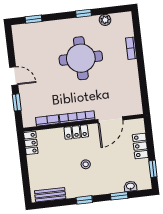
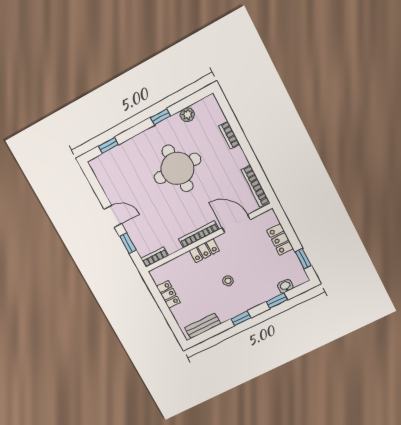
bookcase: (136, 96) -> (255, 186), added
bookcase: (47, 120) -> (155, 257), moved
door: (110, 120) -> (236, 224), swing flipped
locker: (31, 143) -> (168, 294), moved

